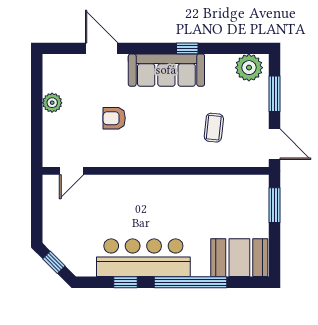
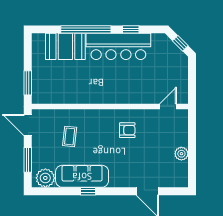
sofa: (166, 70) -> (82, 176), moved
armchair: (114, 118) -> (127, 130), moved
booth: (239, 258) -> (65, 46), moved

